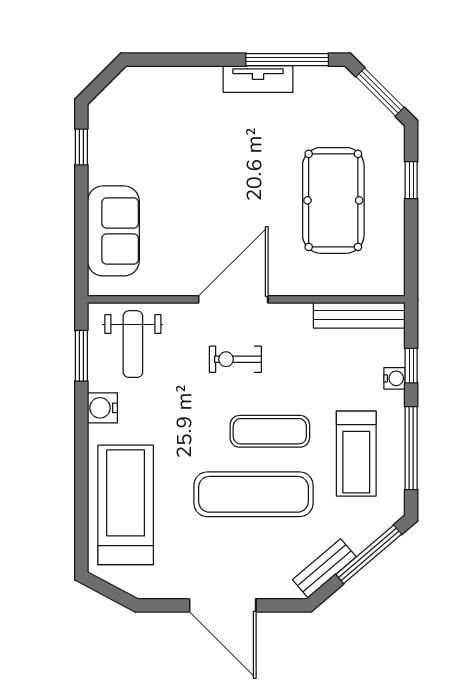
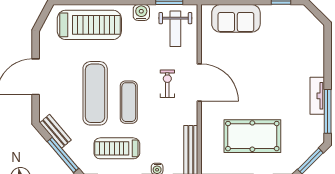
weight bench: (133, 344) -> (175, 29), turned -90

